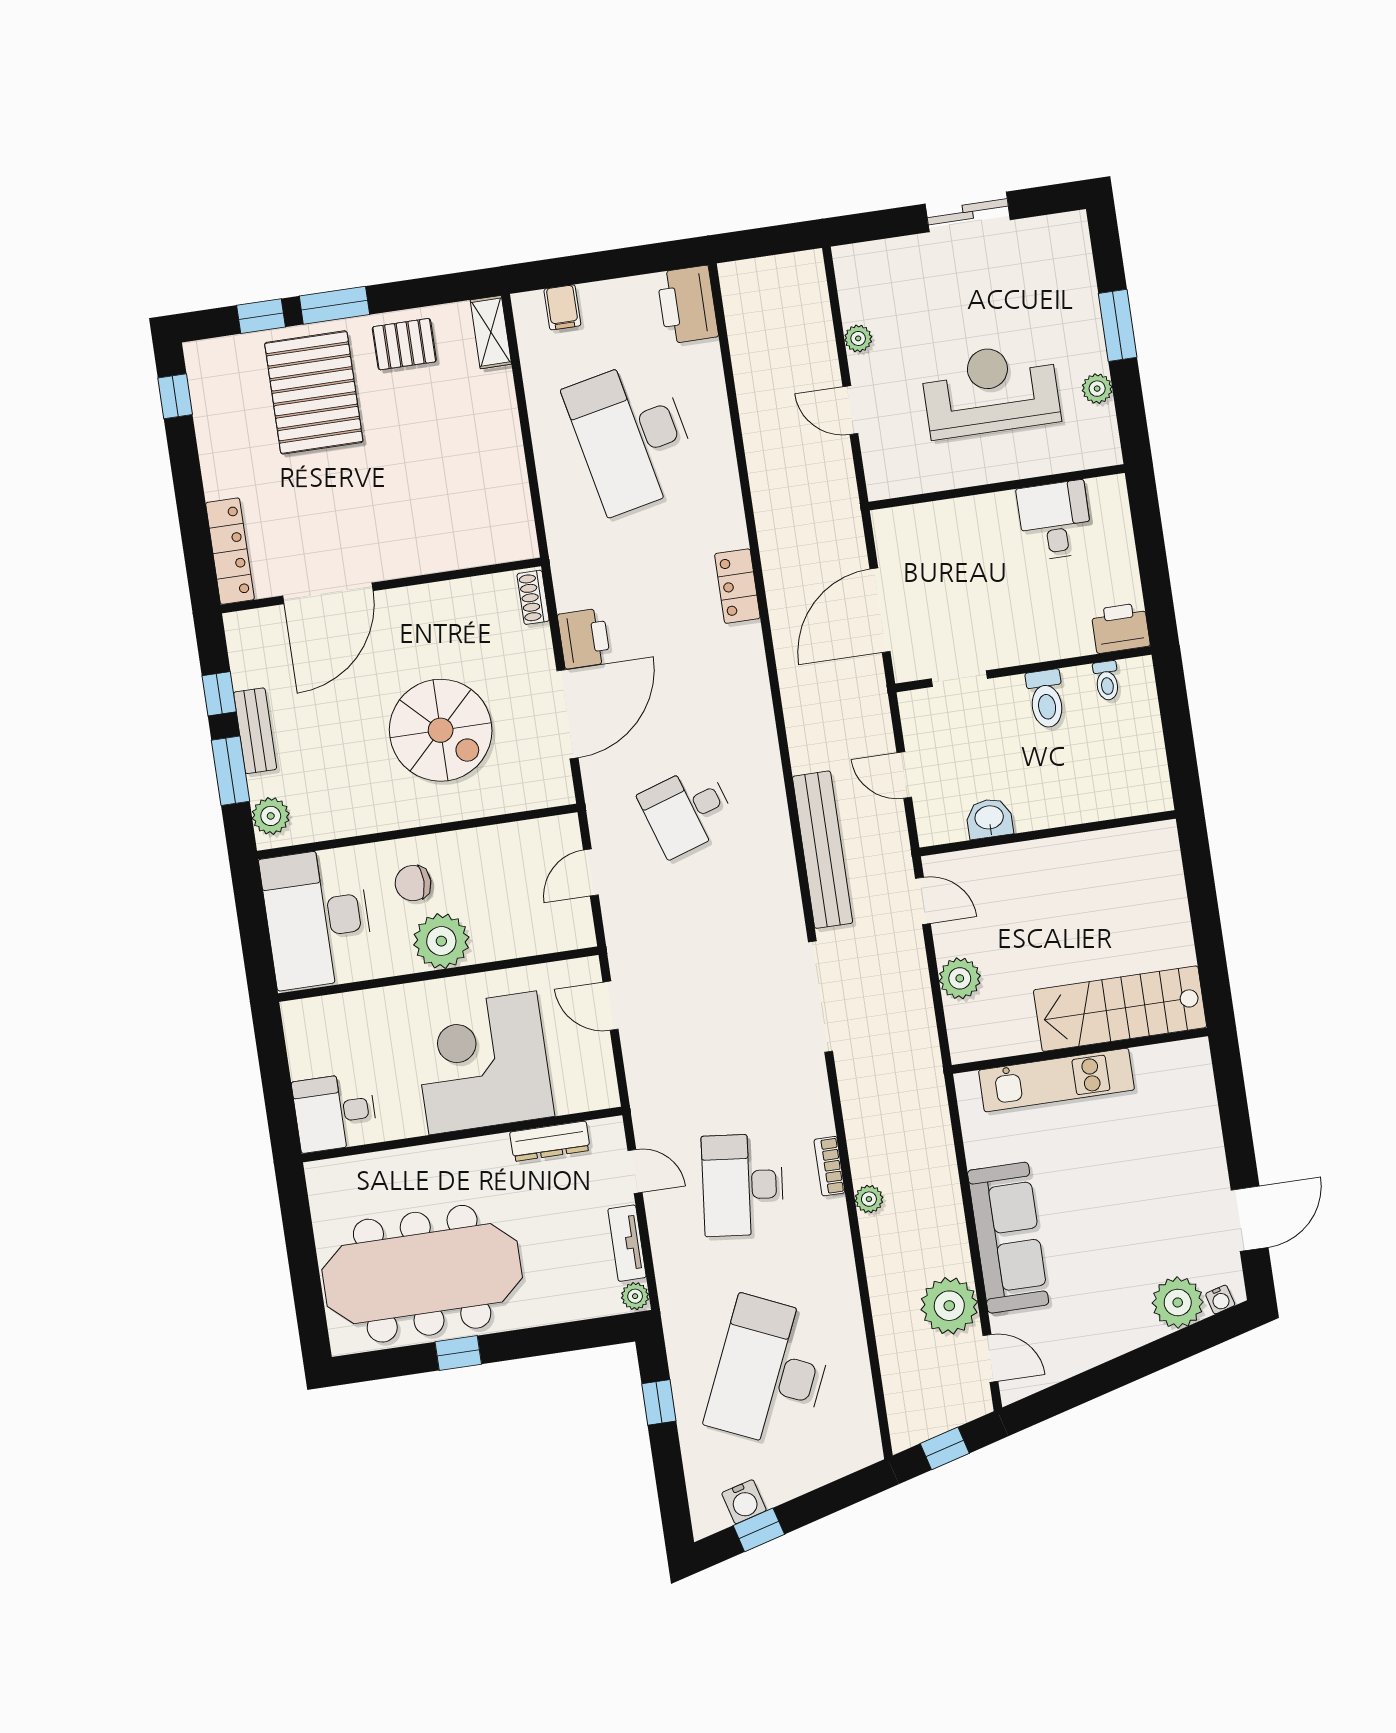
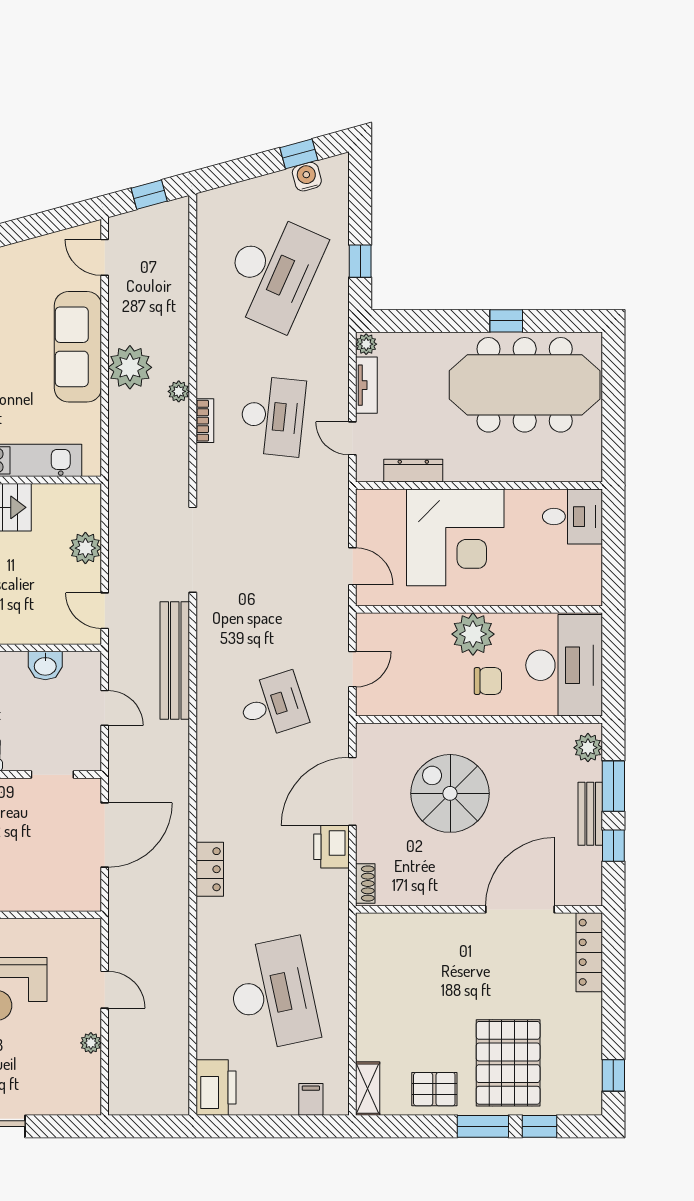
plant: (949, 1306) -> (130, 367), moved

